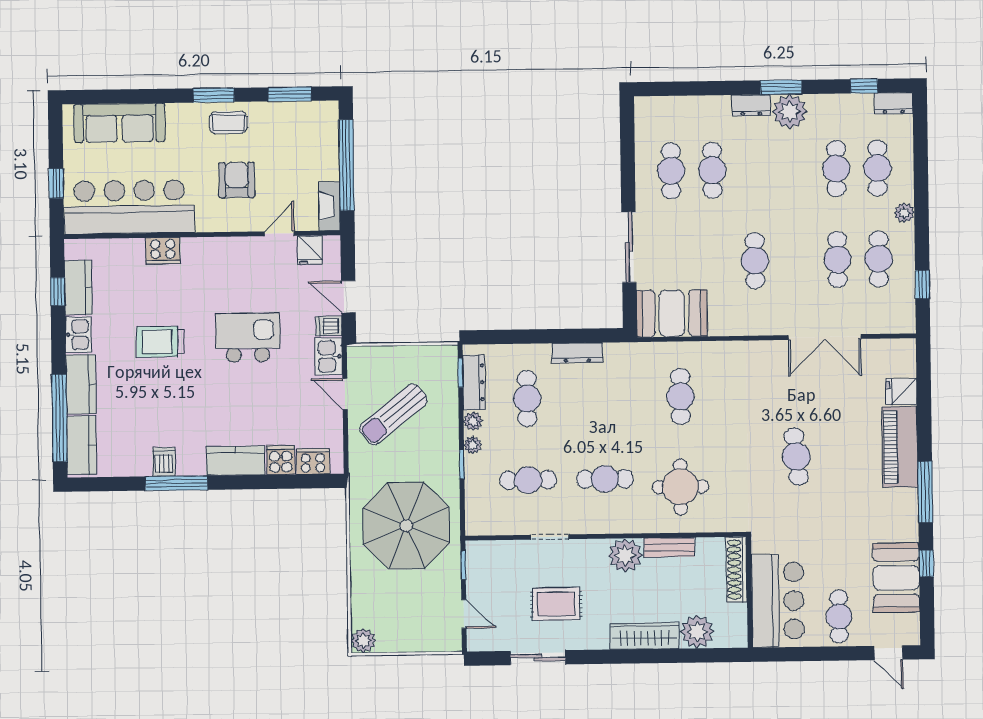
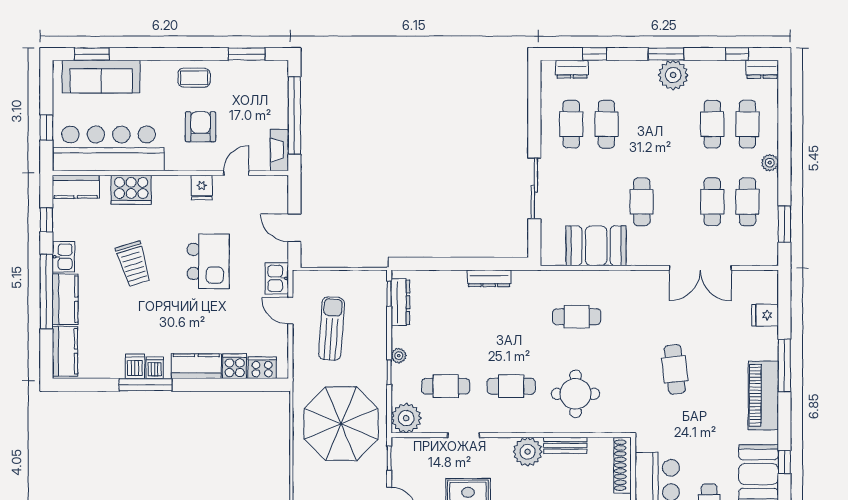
window: (697, 88) -> (595, 54), added
window: (214, 95) -> (92, 54), moved
dresser: (751, 105) -> (572, 69), moved
fridge: (310, 250) -> (202, 187), moved
cooker: (163, 251) -> (131, 190), width x1.37, depth x1.31
window: (922, 284) -> (784, 224), width x1.50
kitchen counter: (78, 287) -> (76, 187), moved, turned 90
booth: (672, 313) -> (596, 246), moved
dishwasher: (329, 326) -> (155, 368), moved, turned 90
kitchen island: (248, 338) -> (208, 261), turned 90
trolley: (160, 342) -> (133, 264), turned -107
cafe table: (681, 396) -> (577, 317), turned 90
cafe table: (527, 399) -> (446, 317), removed
sun lounger: (393, 414) -> (331, 329), turned 133
window: (59, 418) -> (46, 291), moved
plant: (473, 421) -> (406, 418), moved, width x1.87, depth x1.87
piano: (900, 447) -> (763, 395), moved
window: (925, 492) -> (784, 366), moved

